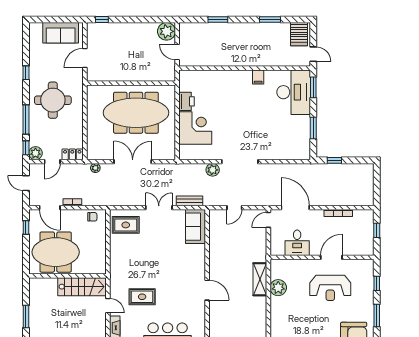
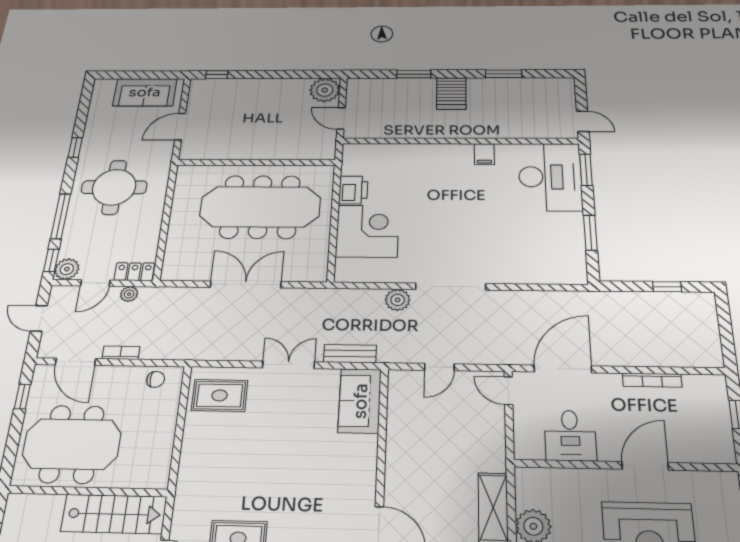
server rack: (299, 34) -> (451, 94), moved
window: (334, 160) -> (667, 287), moved
plant: (95, 168) -> (129, 294), moved
door: (295, 208) -> (563, 369), hinge flipped
door: (268, 220) -> (508, 391), hinge flipped

